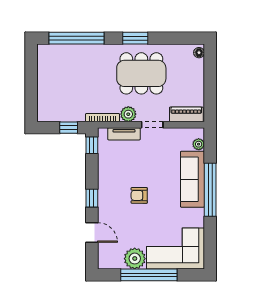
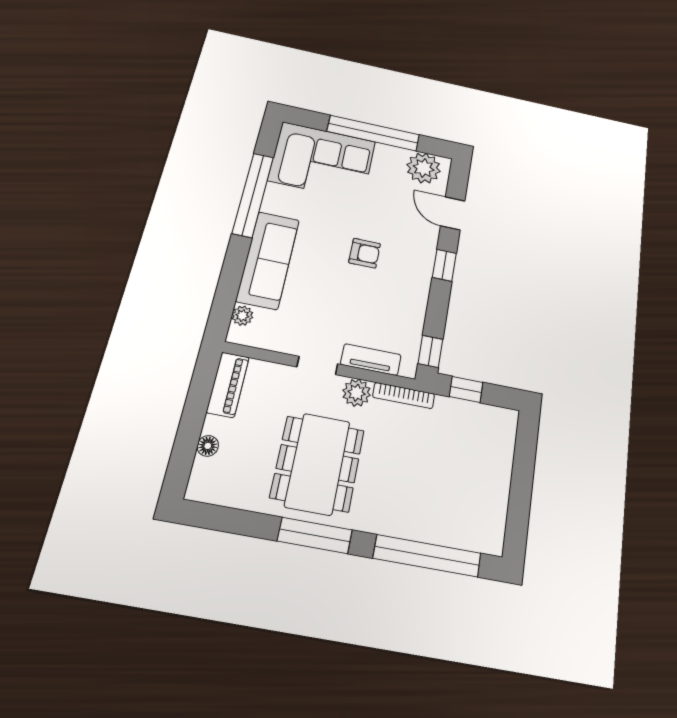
window: (135, 38) -> (315, 535), width x1.44
floor lamp: (199, 53) -> (208, 446), moved
dining table: (141, 73) -> (318, 464), turned 90
piano: (186, 114) -> (228, 385), moved, turned -90
window: (210, 190) -> (253, 195), moved
plant: (135, 259) -> (424, 168), moved

